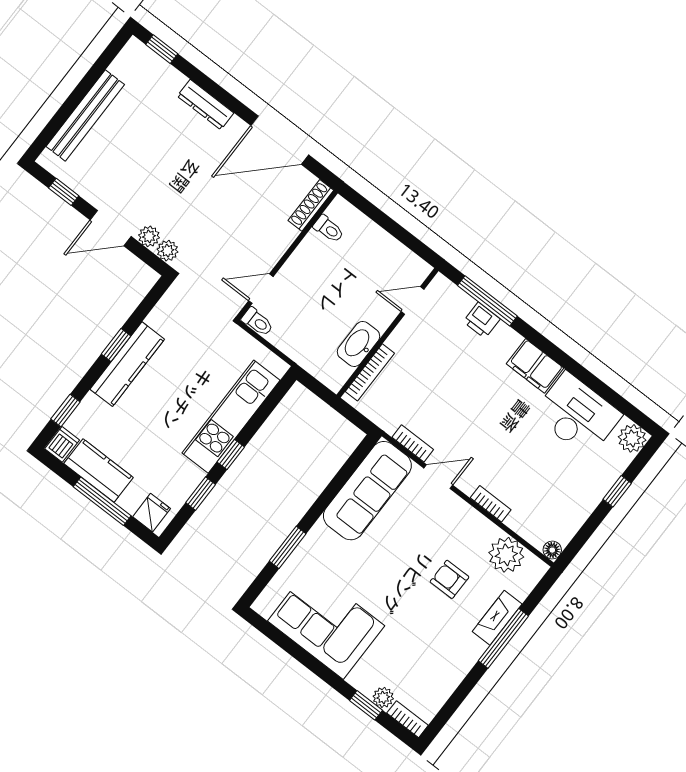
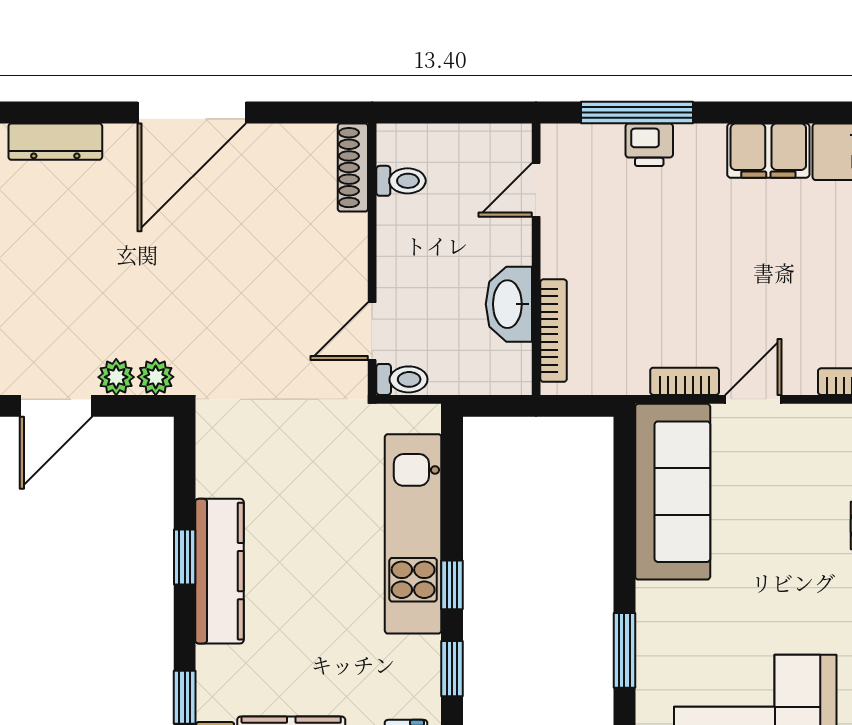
shoe rack: (311, 205) -> (353, 168), moved
toilet: (329, 229) -> (401, 181), moved
wall: (287, 255) -> (372, 259), moved
door: (261, 289) -> (372, 331), moved
toilet: (257, 322) -> (402, 379), moved

